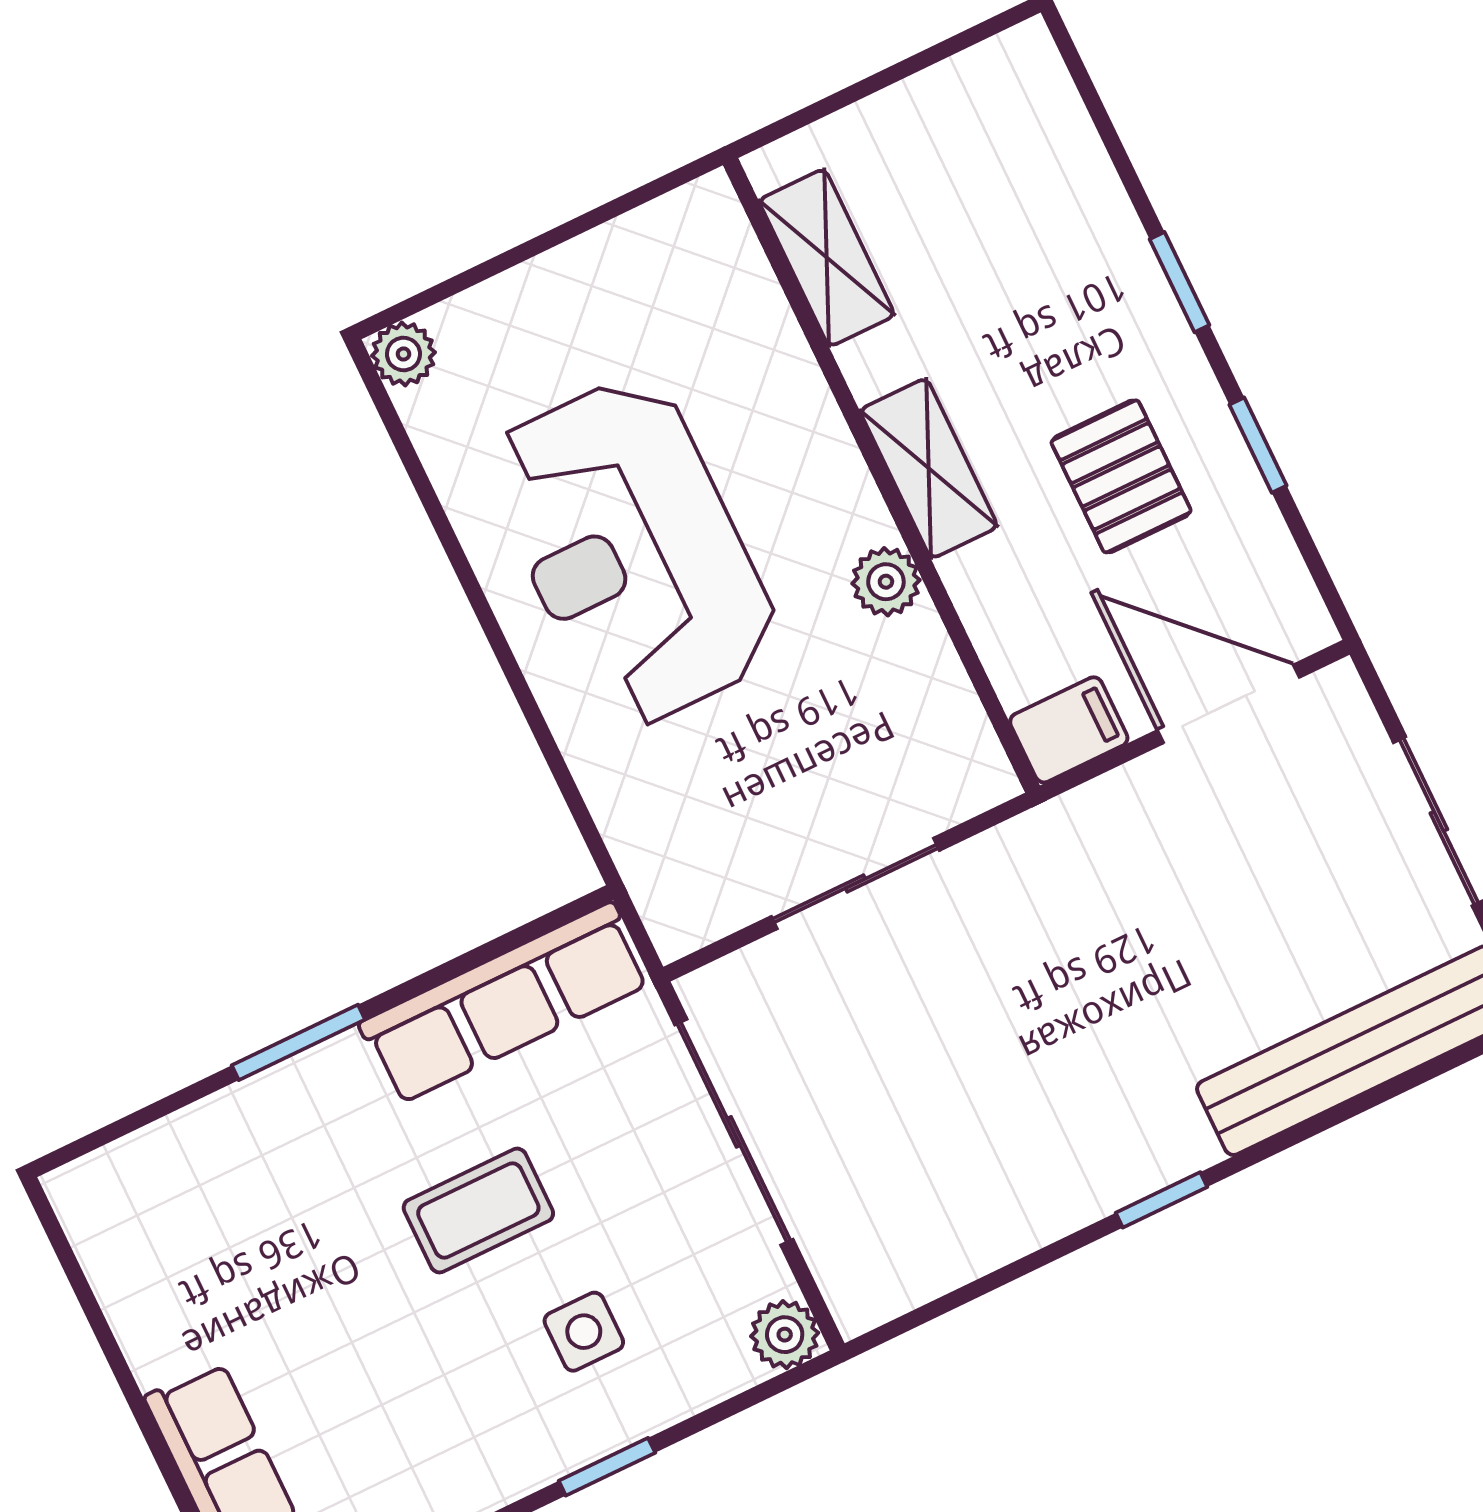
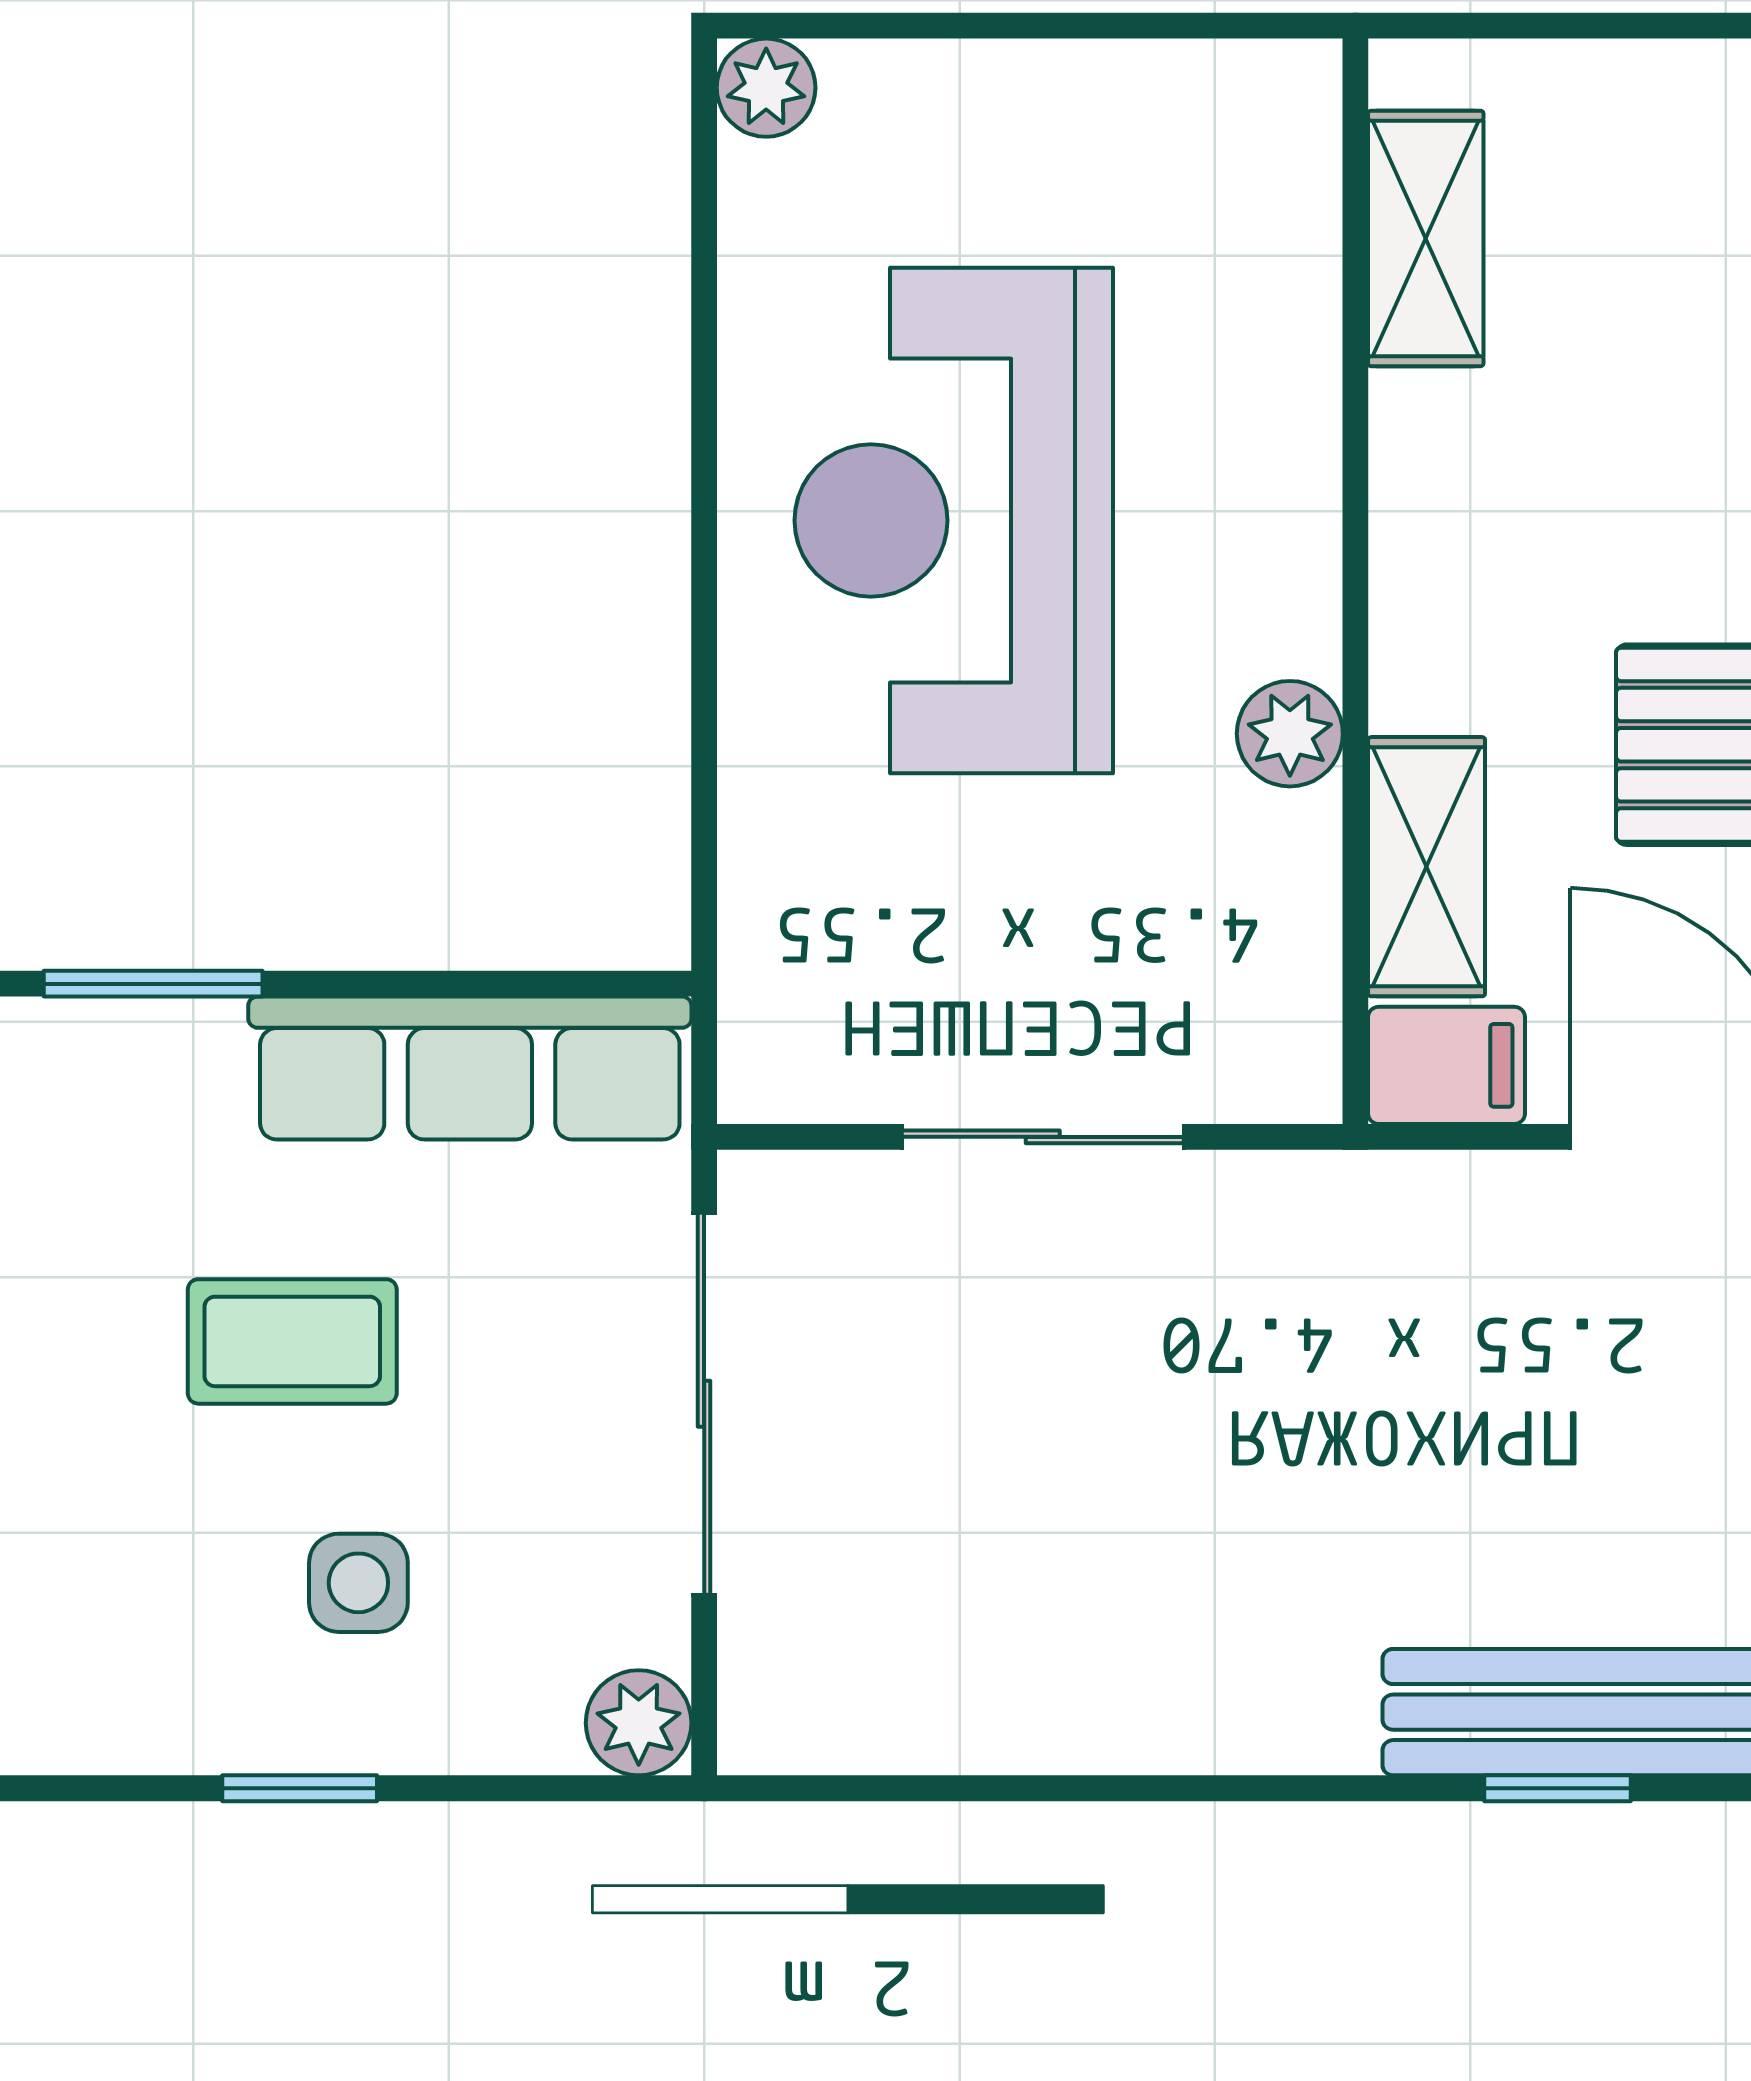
shelving: (929, 468) -> (1427, 867), moved
window: (1161, 1200) -> (1558, 1788), moved

